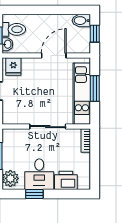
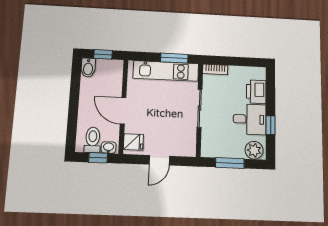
door: (54, 56) -> (123, 111), moved
window: (95, 88) -> (174, 58), moved

